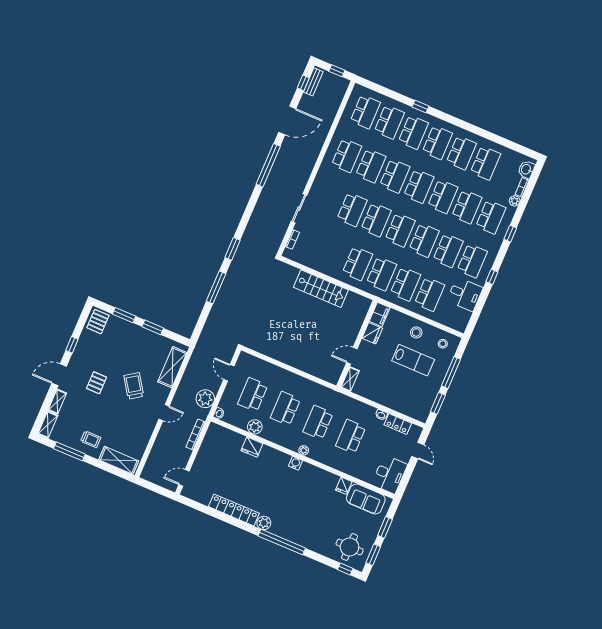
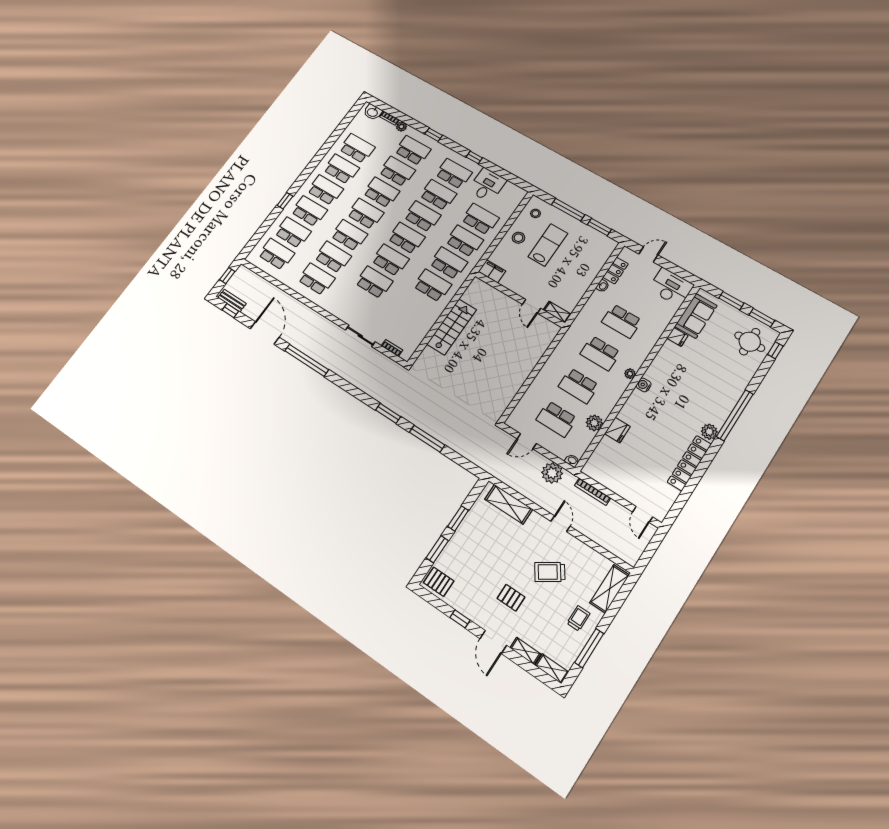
fridge: (372, 333) -> (511, 282), removed
trolley: (134, 386) -> (550, 572), moved

